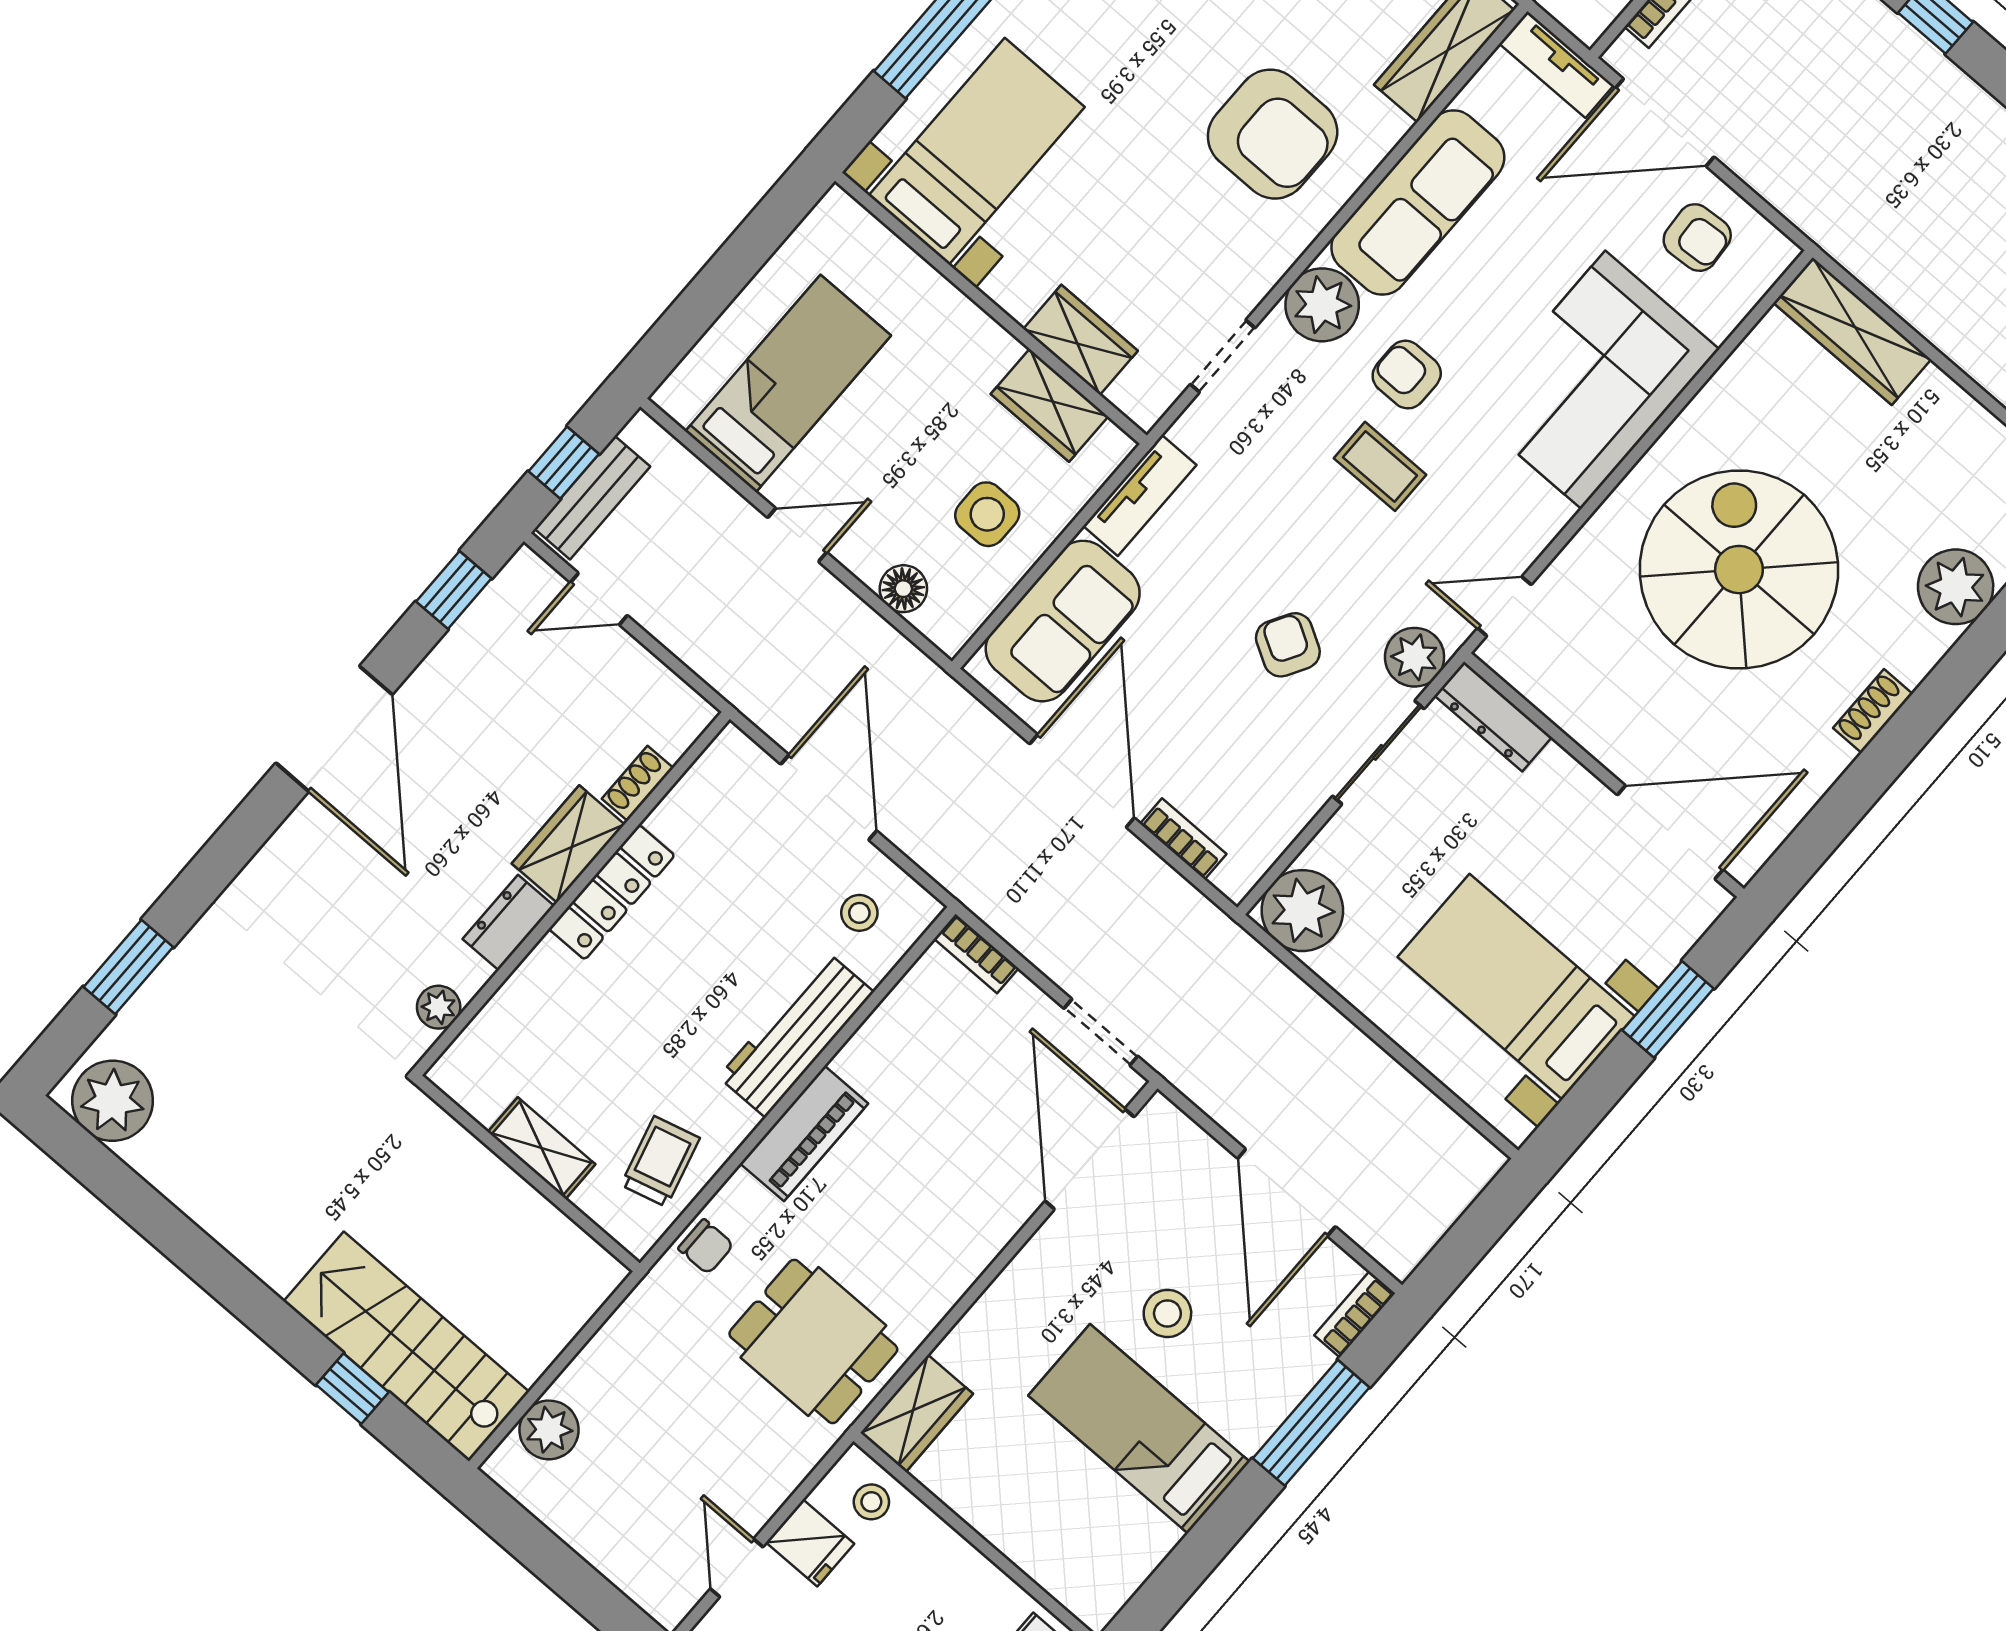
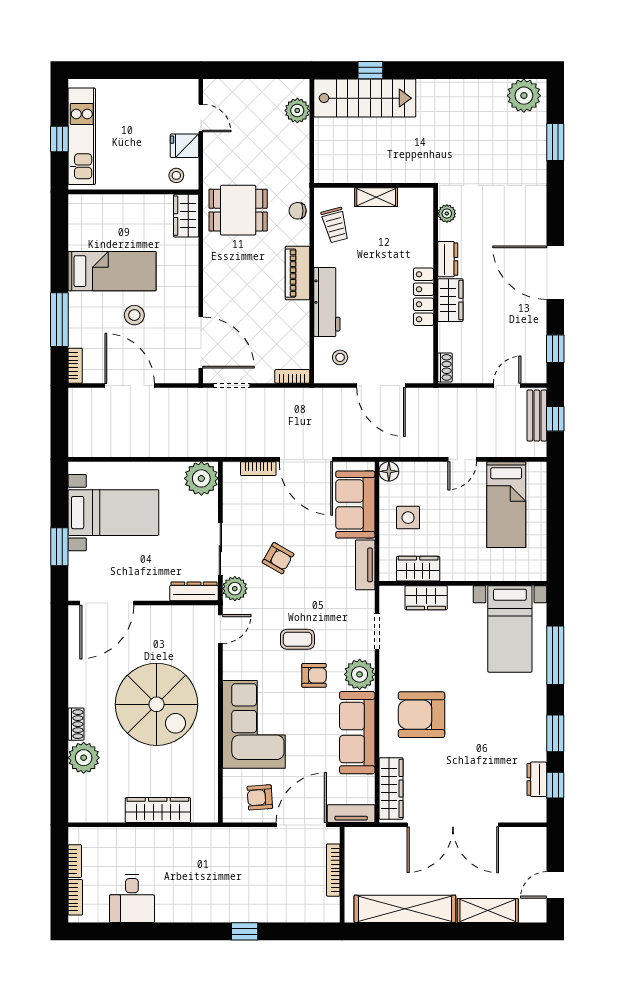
wardrobe: (1852, 331) -> (158, 810), moved
floor lamp: (903, 589) -> (389, 471), moved
shoe rack: (1873, 711) -> (76, 724), moved
shoe rack: (638, 783) -> (445, 367), moved

